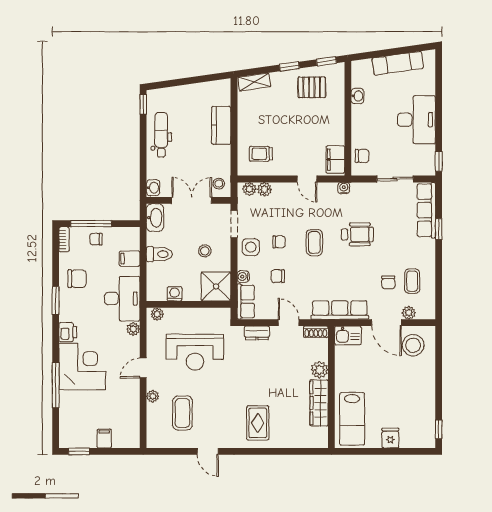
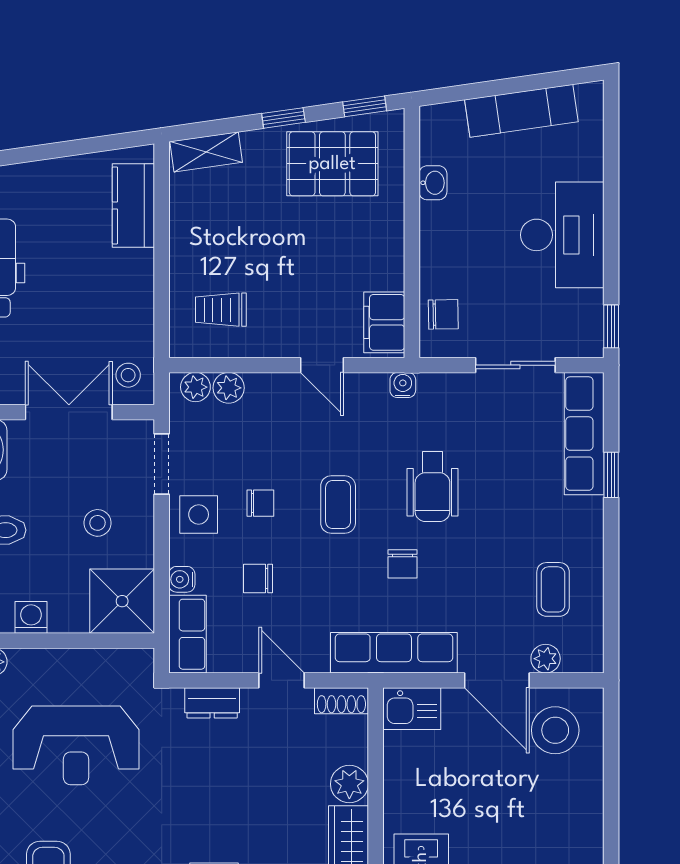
pallet: (312, 87) -> (332, 164), width x1.50, depth x1.42
kitchen counter: (221, 125) -> (133, 205), moved
wheelchair: (357, 234) -> (432, 487), turned 90
chair: (388, 282) -> (403, 564), moved

